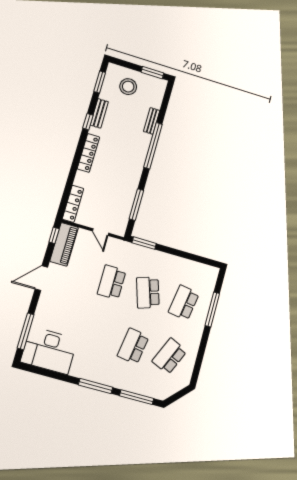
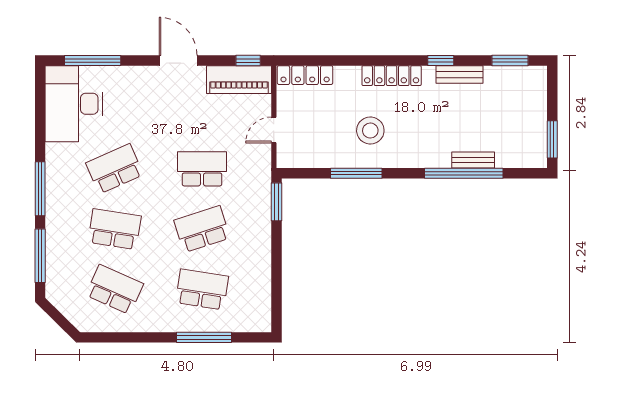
stool: (128, 87) -> (370, 130), moved
window: (153, 146) -> (464, 173), moved
window: (136, 205) -> (356, 173), moved
school desk: (96, 336) -> (115, 169), added

